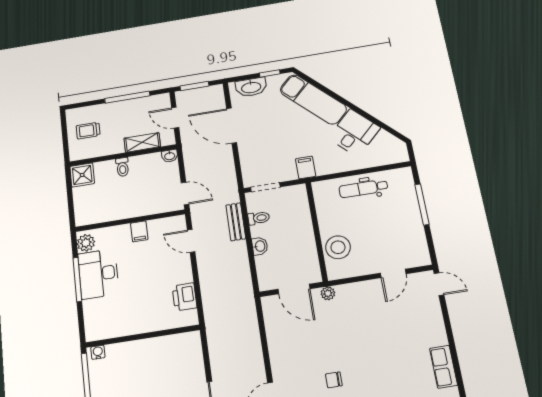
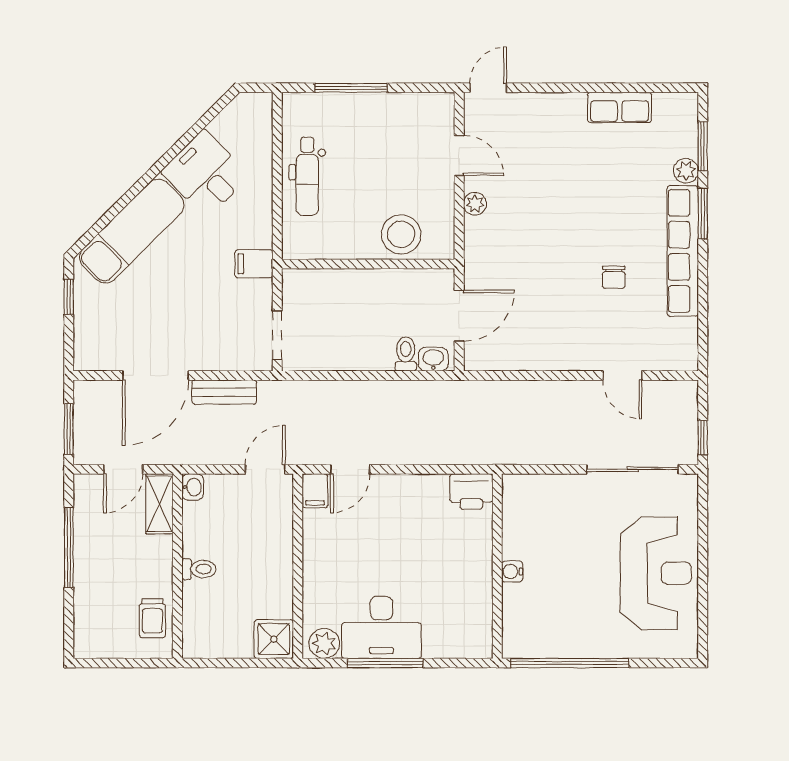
washbasin: (251, 87) -> (89, 332), removed
trolley: (88, 131) -> (152, 618), moved
shelving: (142, 142) -> (159, 504), moved
shower: (82, 175) -> (274, 639), moved
toilet: (259, 218) -> (406, 354), moved
bench: (236, 222) -> (224, 392), moved
filing cabinet: (139, 231) -> (315, 491), moved, turned 90
washbasin: (260, 246) -> (433, 359), moved
plant: (328, 293) -> (475, 204), moved
printer: (185, 297) -> (471, 492), moved
water cooler: (98, 352) -> (512, 572), moved

